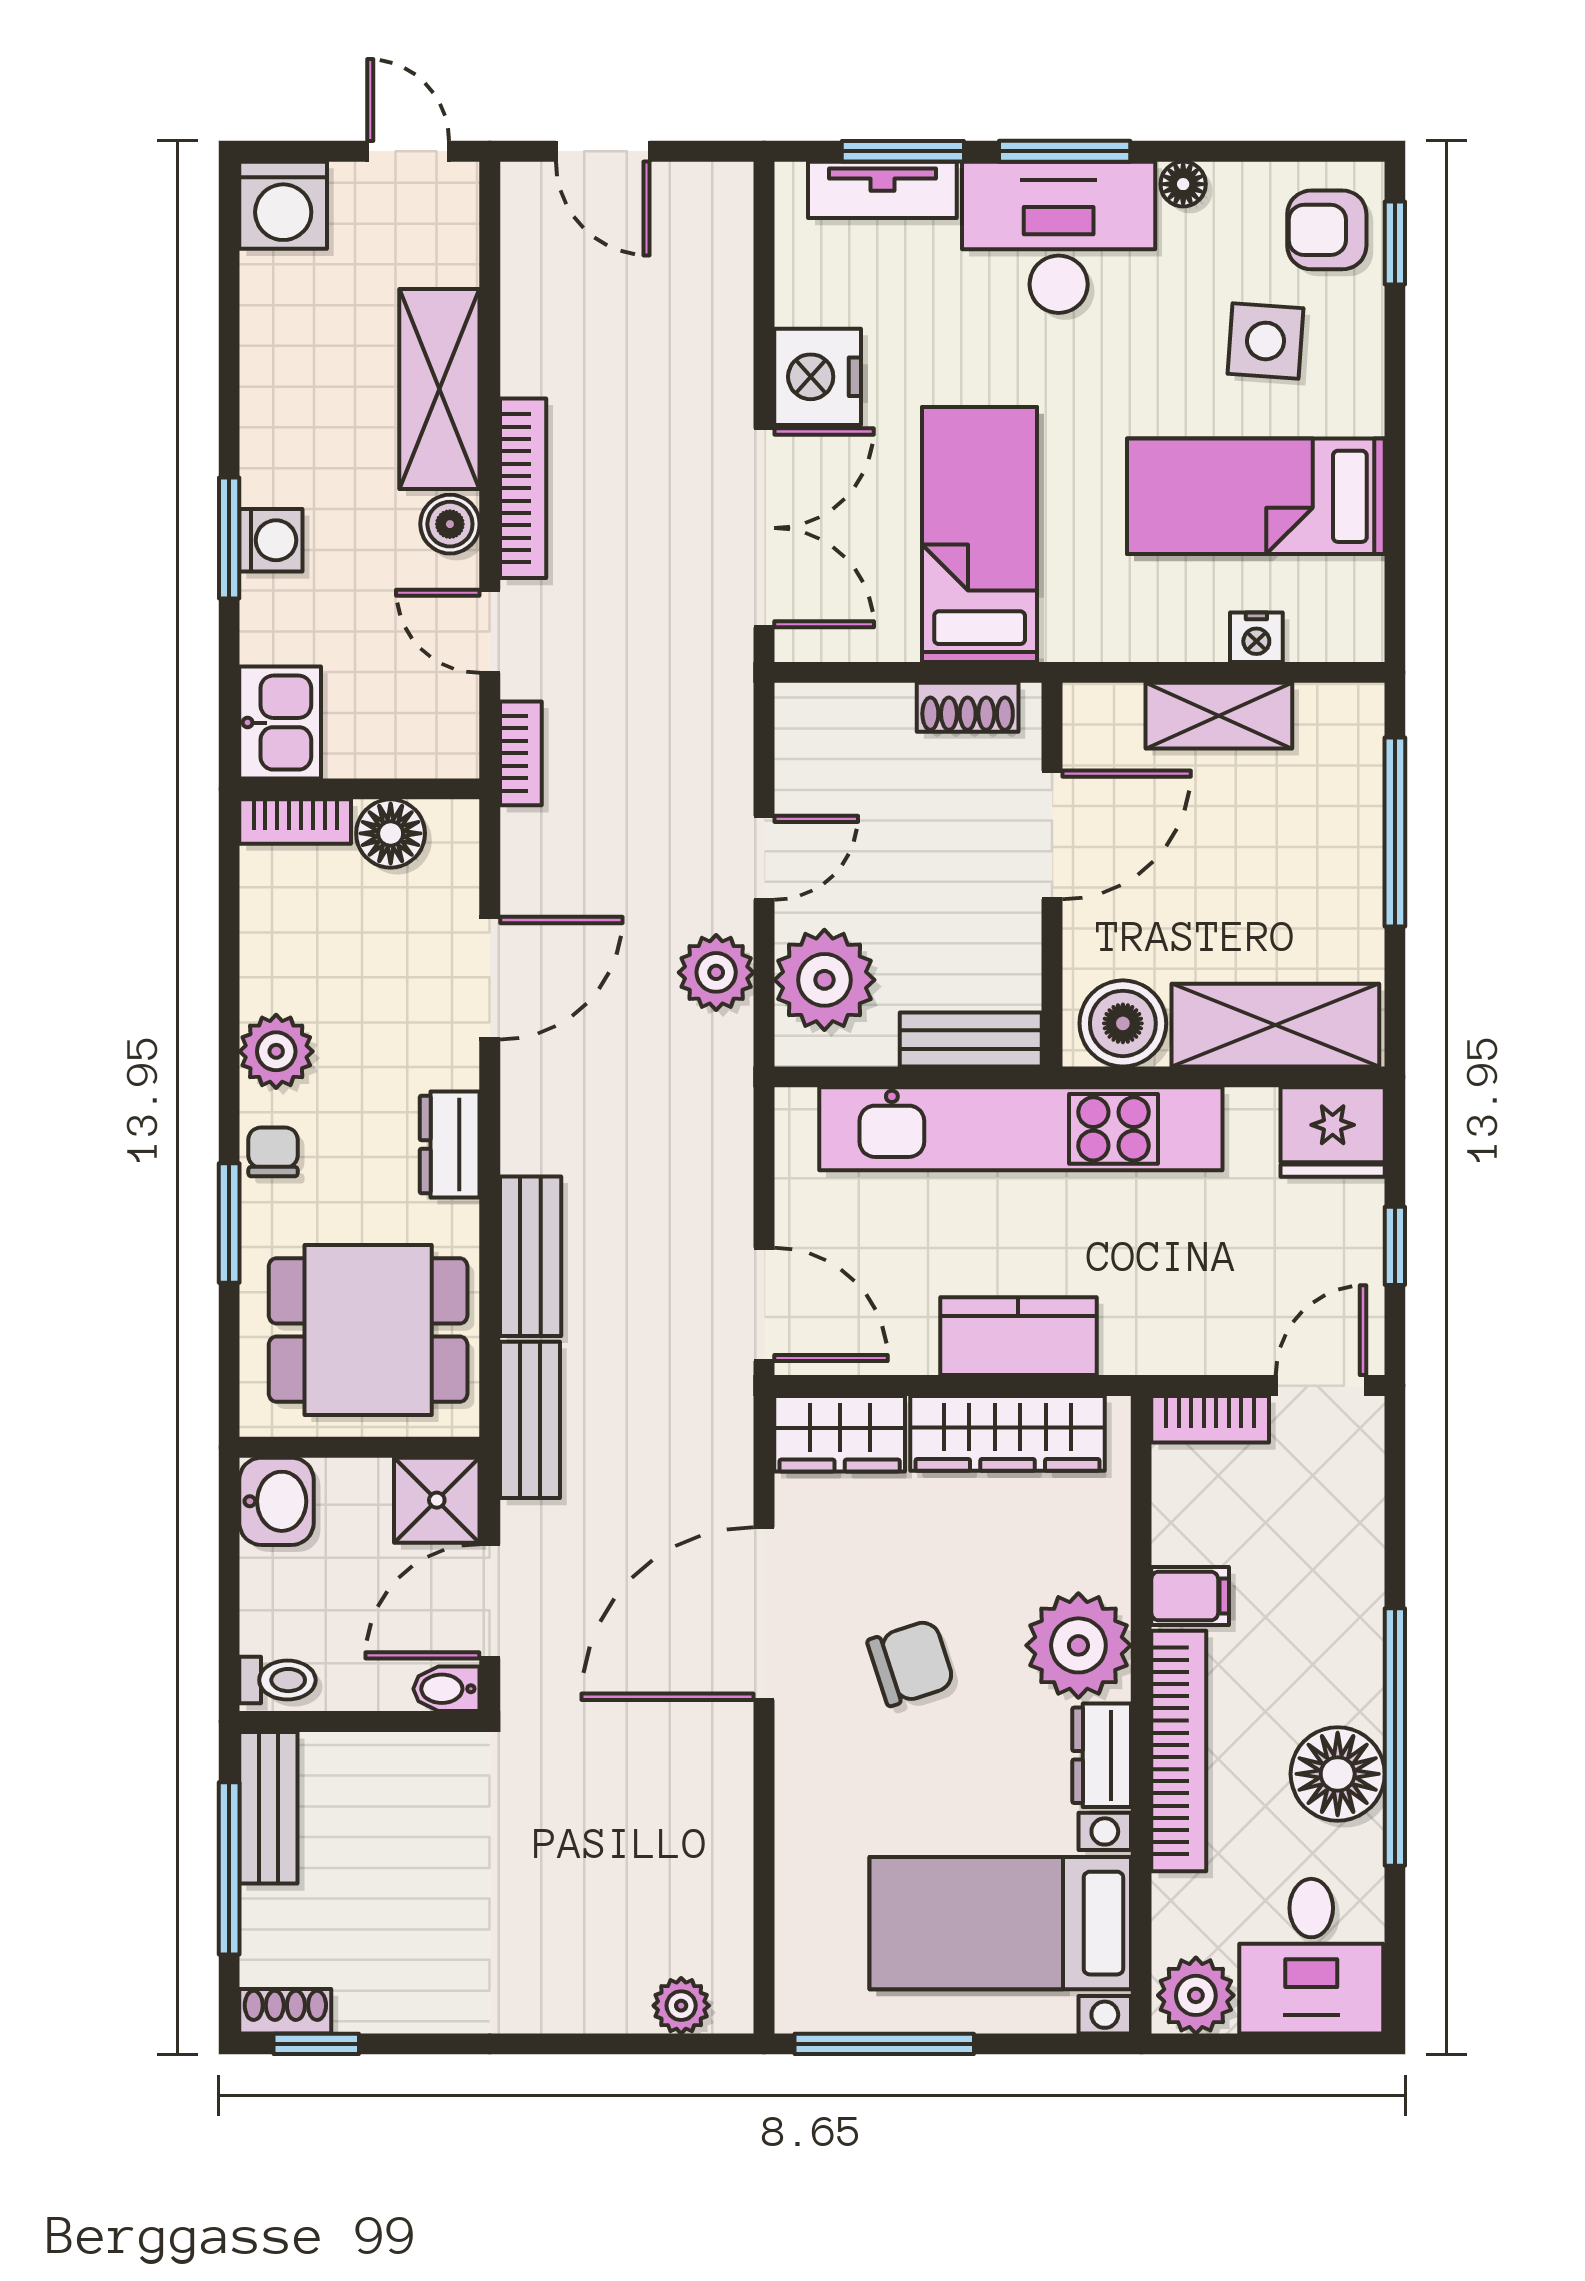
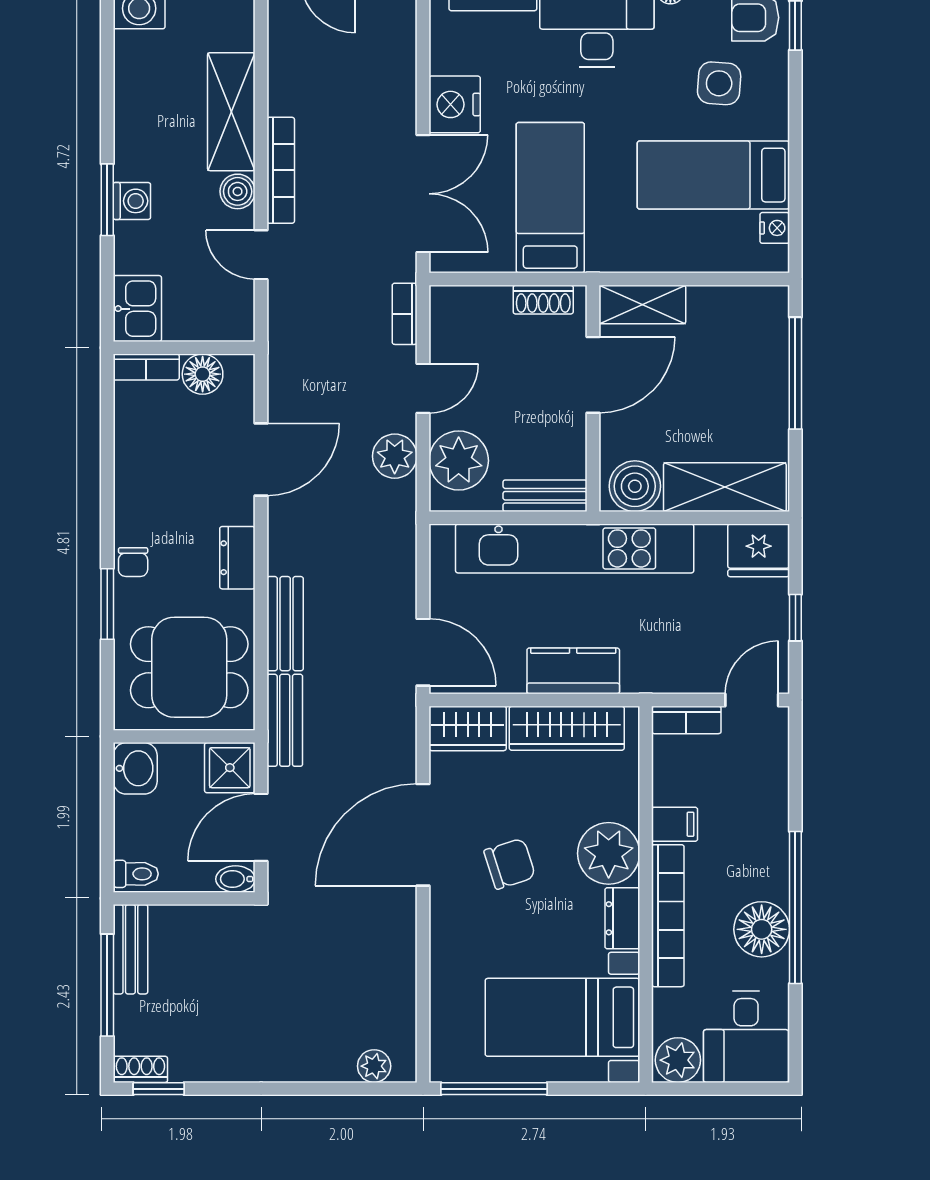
nightstand: (1256, 637) -> (775, 228), moved, turned -90
shelving: (1219, 716) -> (642, 305), moved
bookcase: (521, 753) -> (405, 314), moved, turned 180
plant: (276, 1051) -> (135, 503), removed
chair: (273, 1152) -> (133, 562), turned 180

